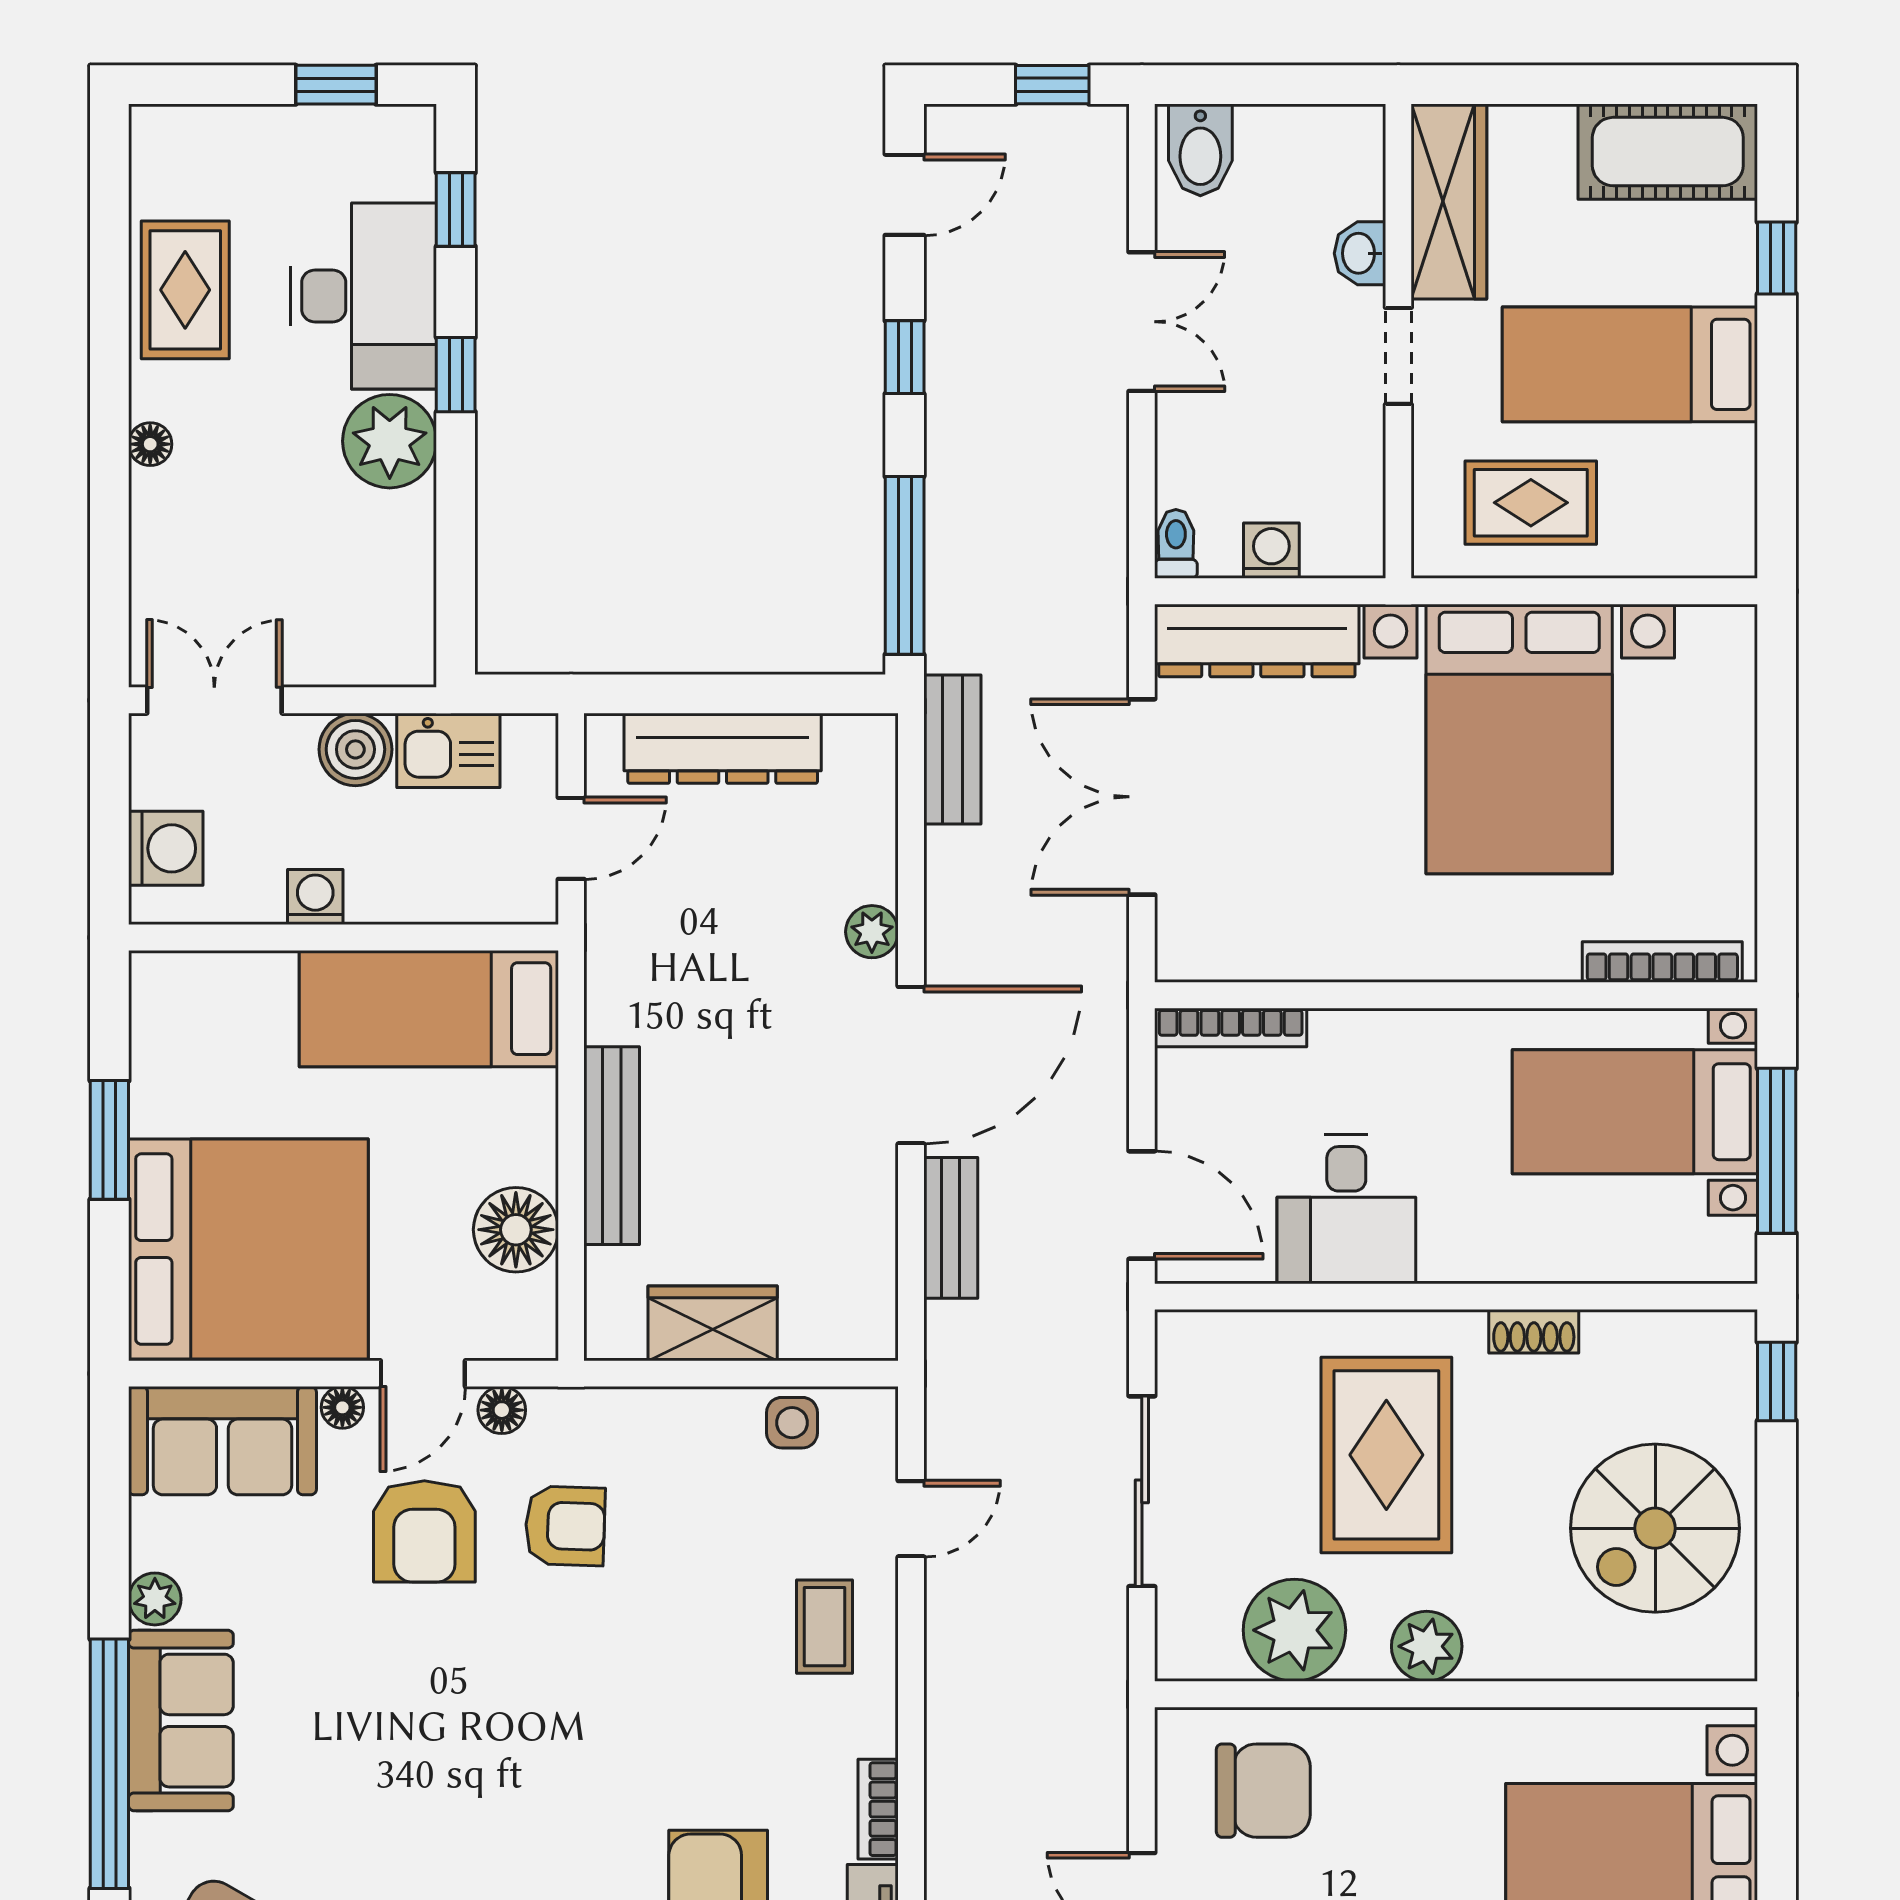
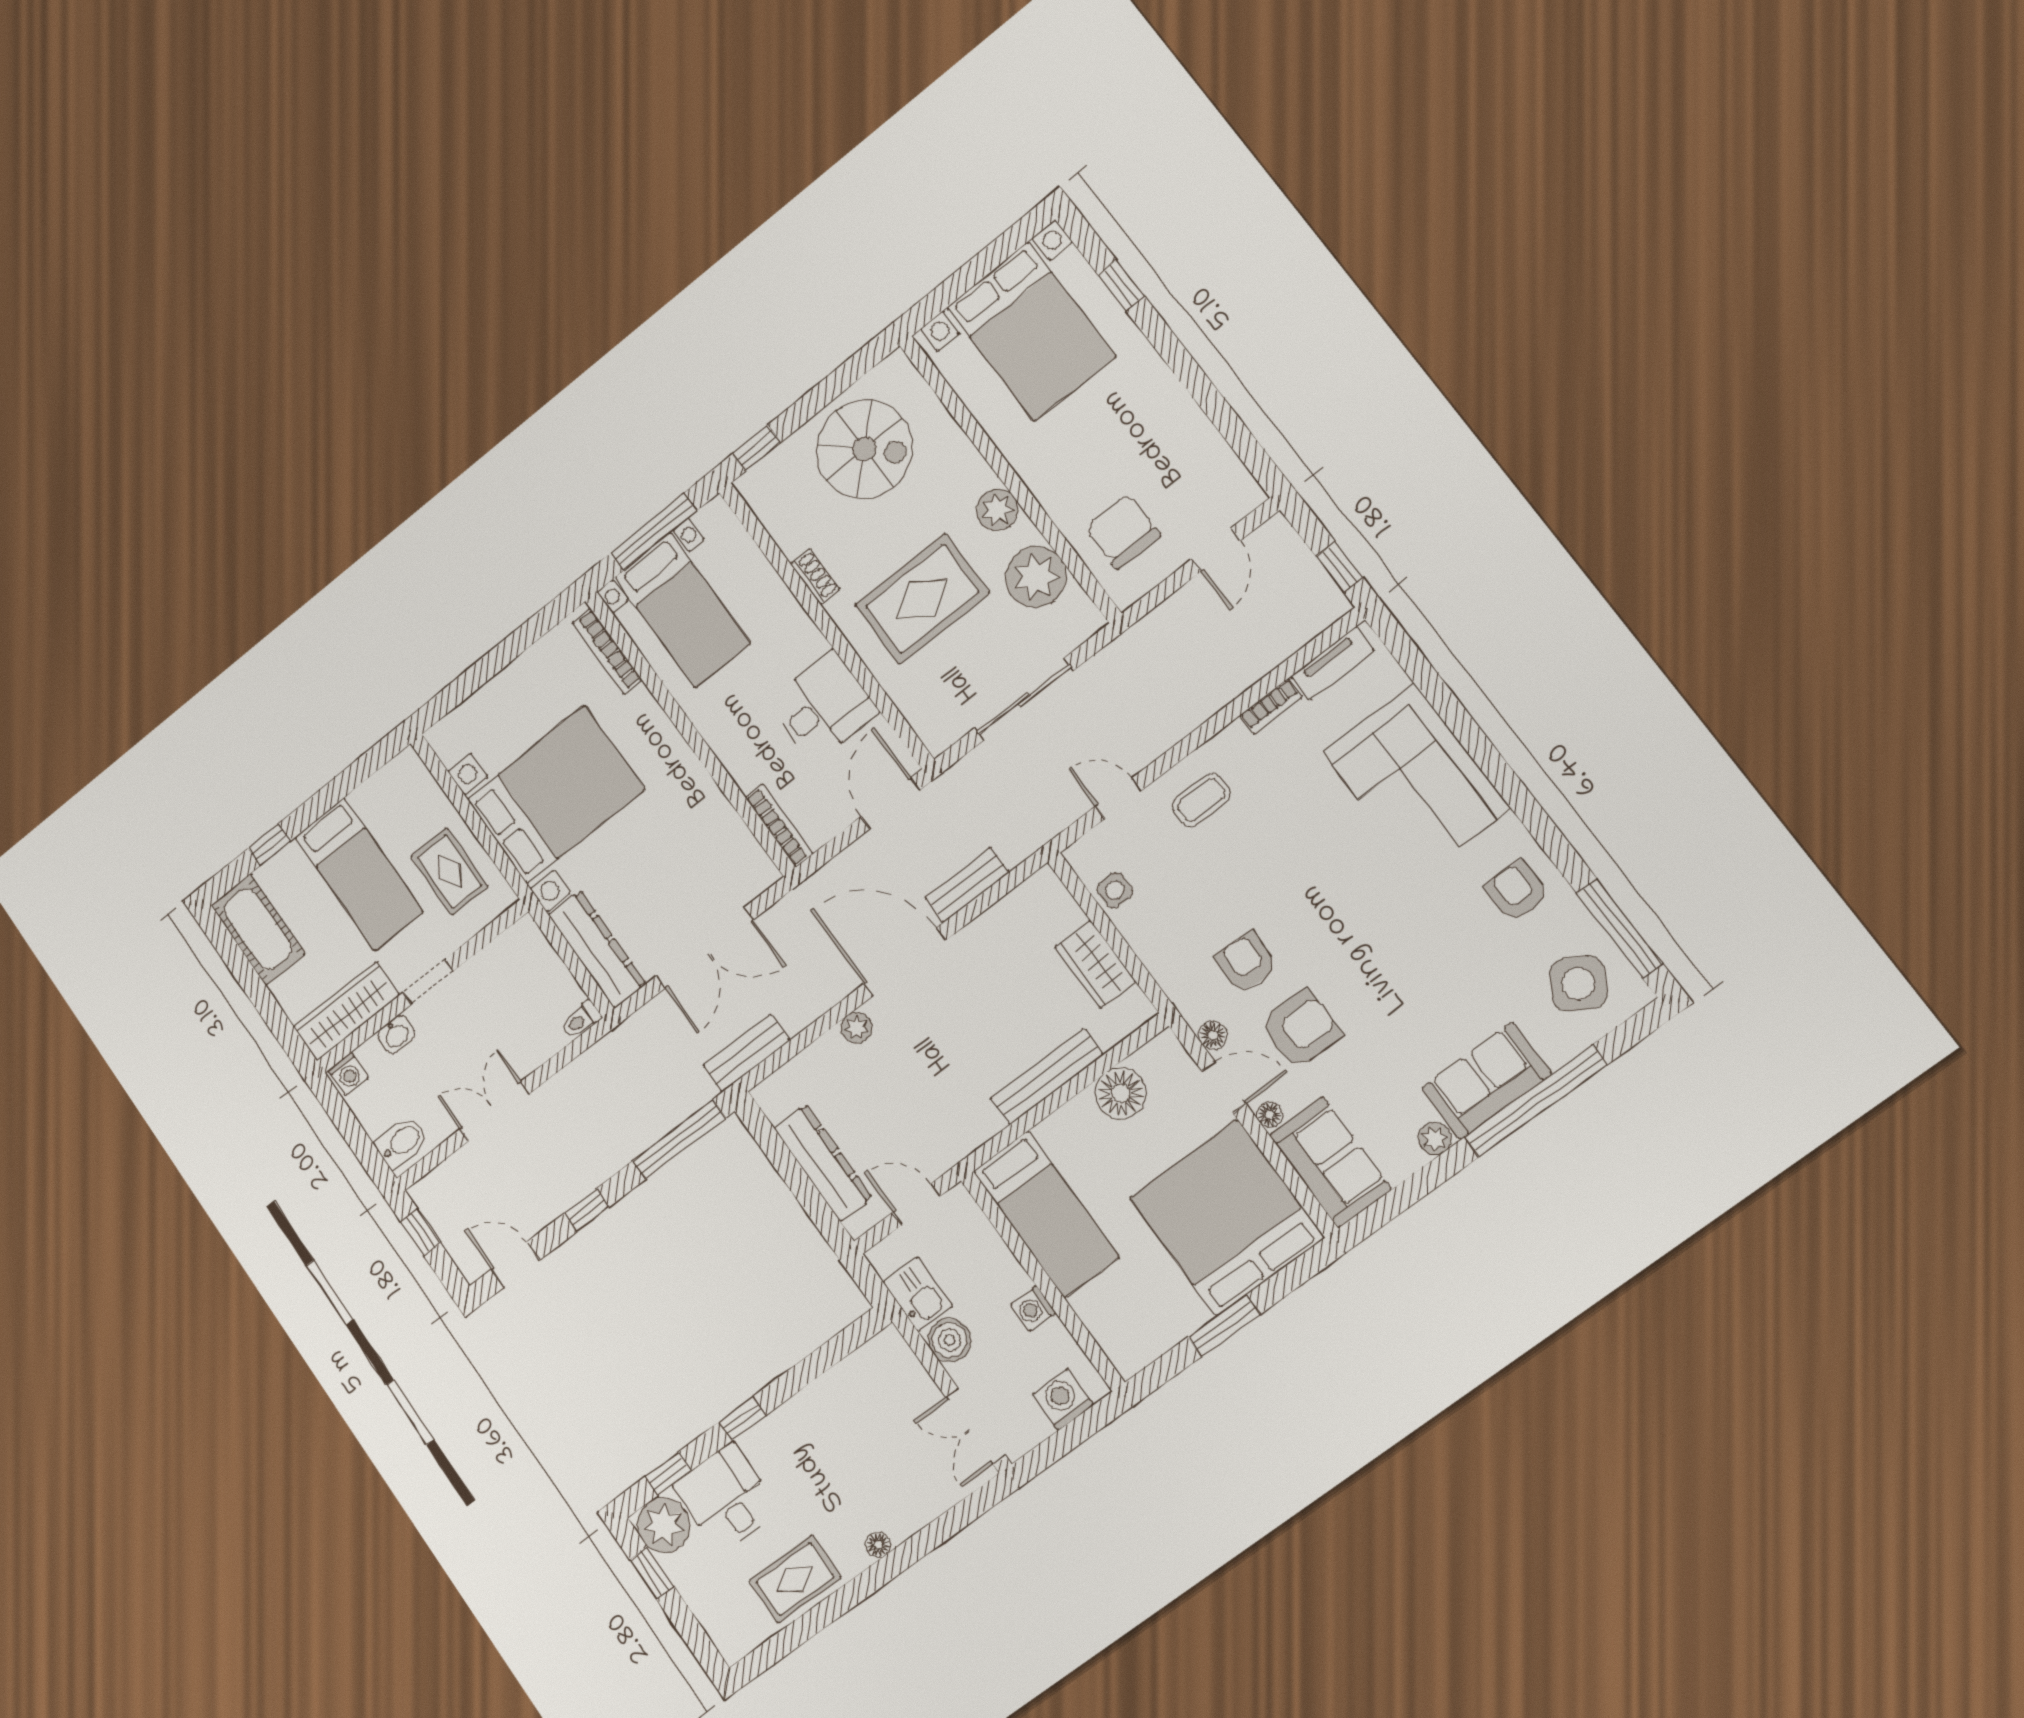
desk: (363, 296) -> (726, 1498), width x0.73
plant: (390, 441) -> (664, 1525), moved
washing machine: (1271, 551) -> (348, 1074), moved, turned -90

